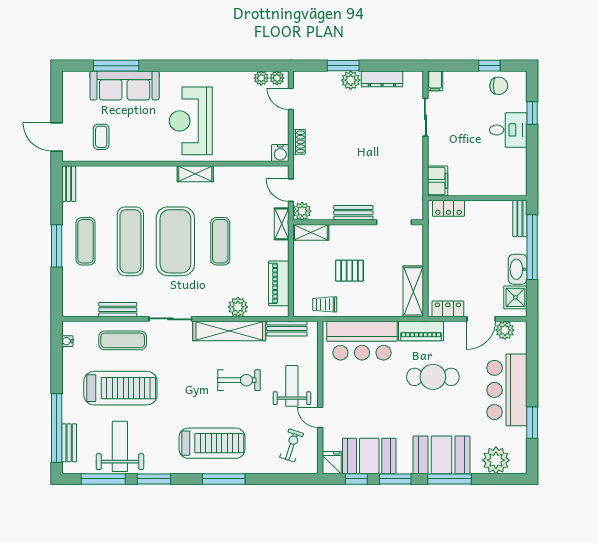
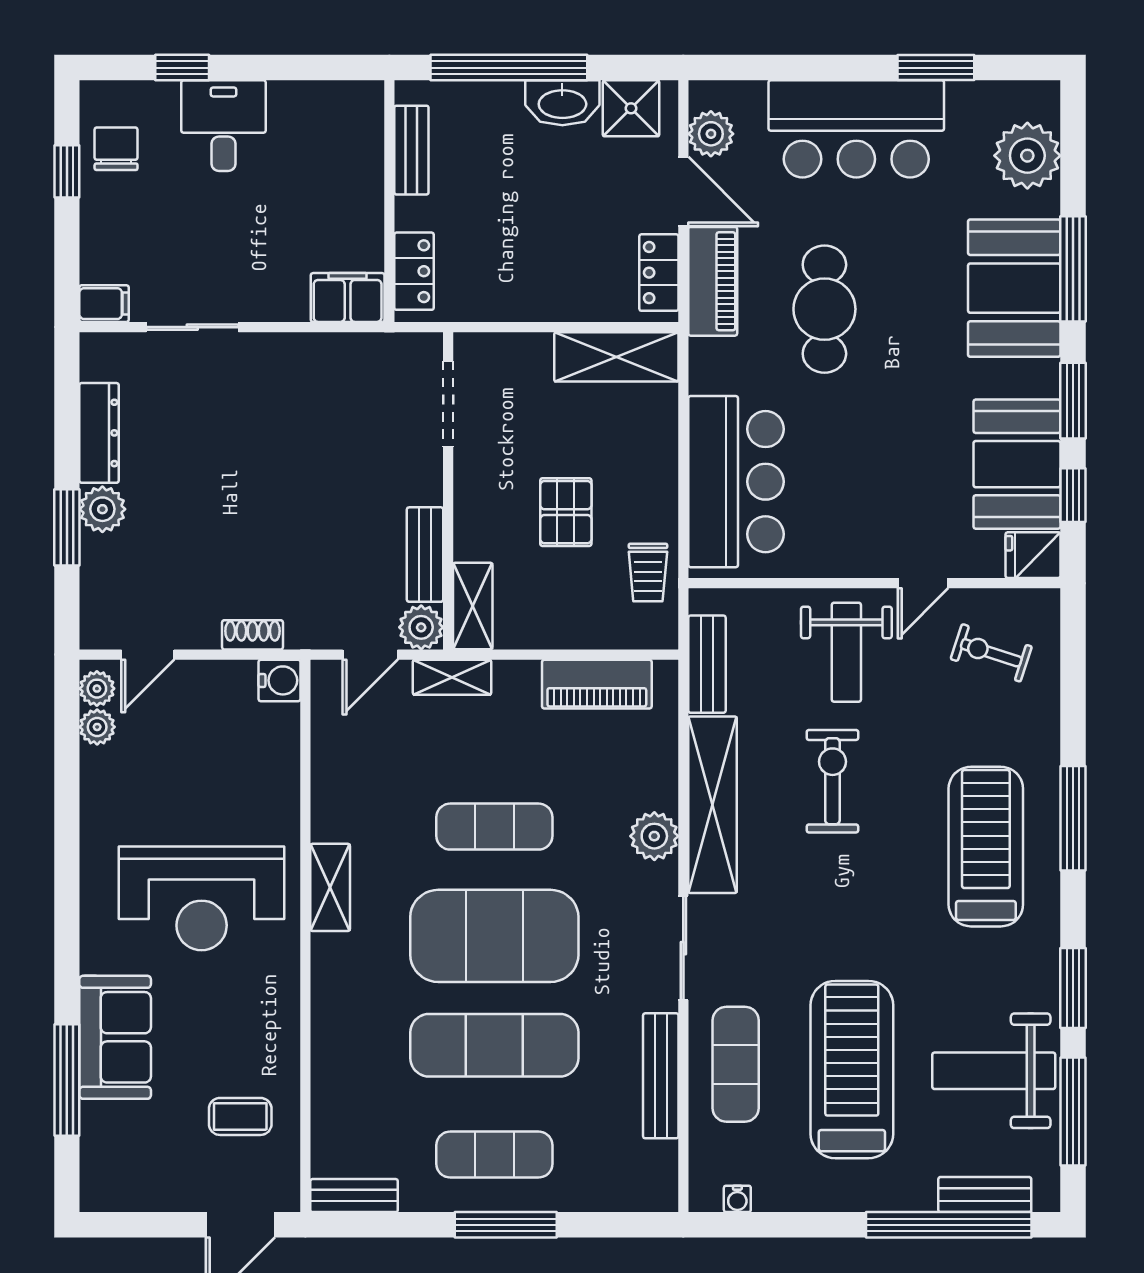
sofa: (125, 85) -> (115, 1037), width x0.73
bench: (353, 213) -> (425, 555), moved
bench: (520, 219) -> (411, 150), moved, turned 90
plant: (238, 307) -> (654, 836), moved
bench: (118, 310) -> (661, 1076), width x1.36
piano: (421, 331) -> (713, 281), moved
weight bench: (292, 386) -> (846, 652), turned -90

